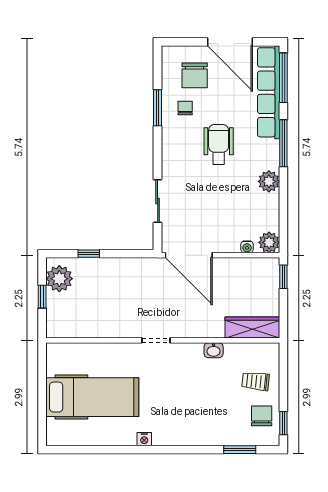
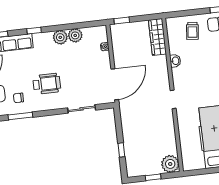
window: (283, 143) -> (34, 31), width x0.46
wheelchair: (219, 144) -> (47, 84), moved, turned 180
plant: (269, 242) -> (75, 35), moved
plant: (59, 279) -> (170, 164), moved

